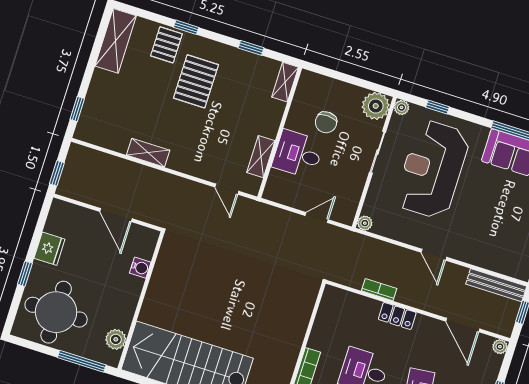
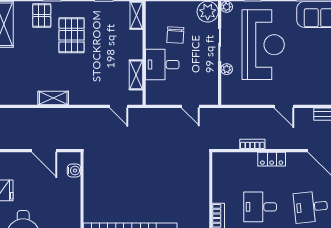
reception desk: (432, 169) -> (263, 45), turned 180
door: (317, 218) -> (190, 106), swing flipped
plant: (365, 223) -> (227, 69), moved
water cooler: (140, 268) -> (74, 171), moved

